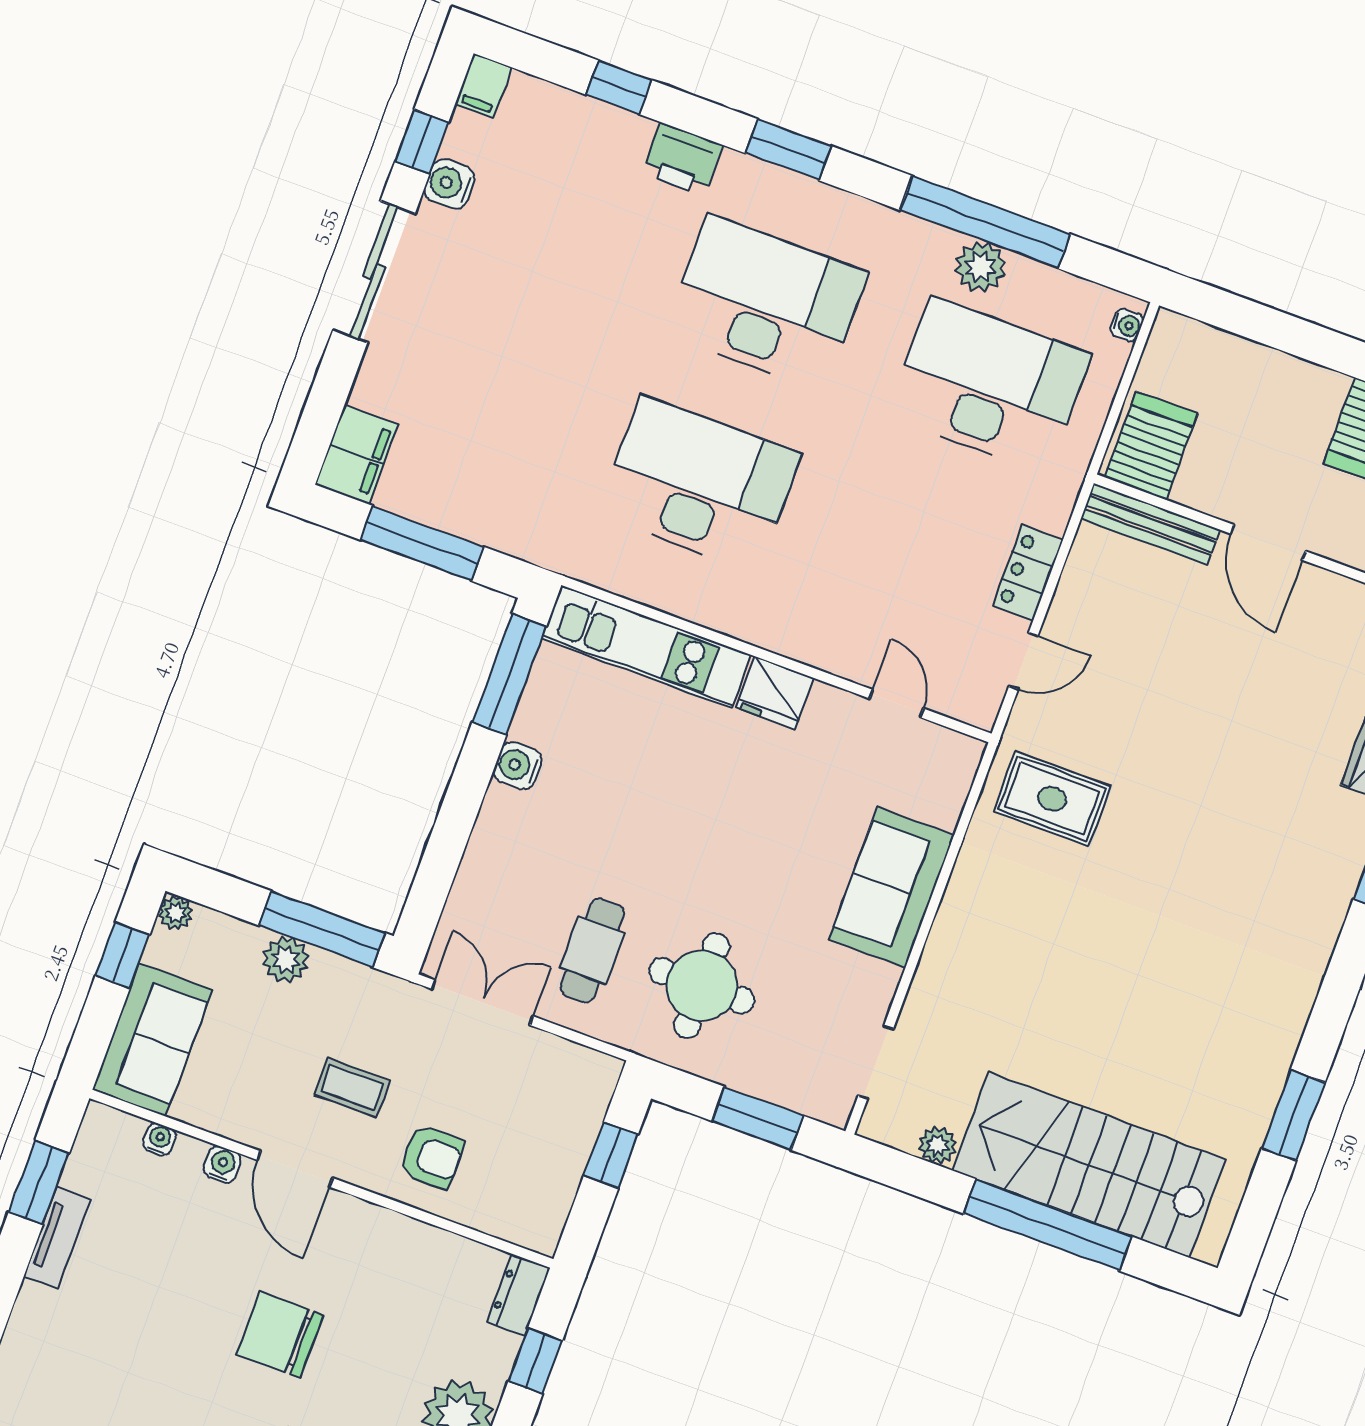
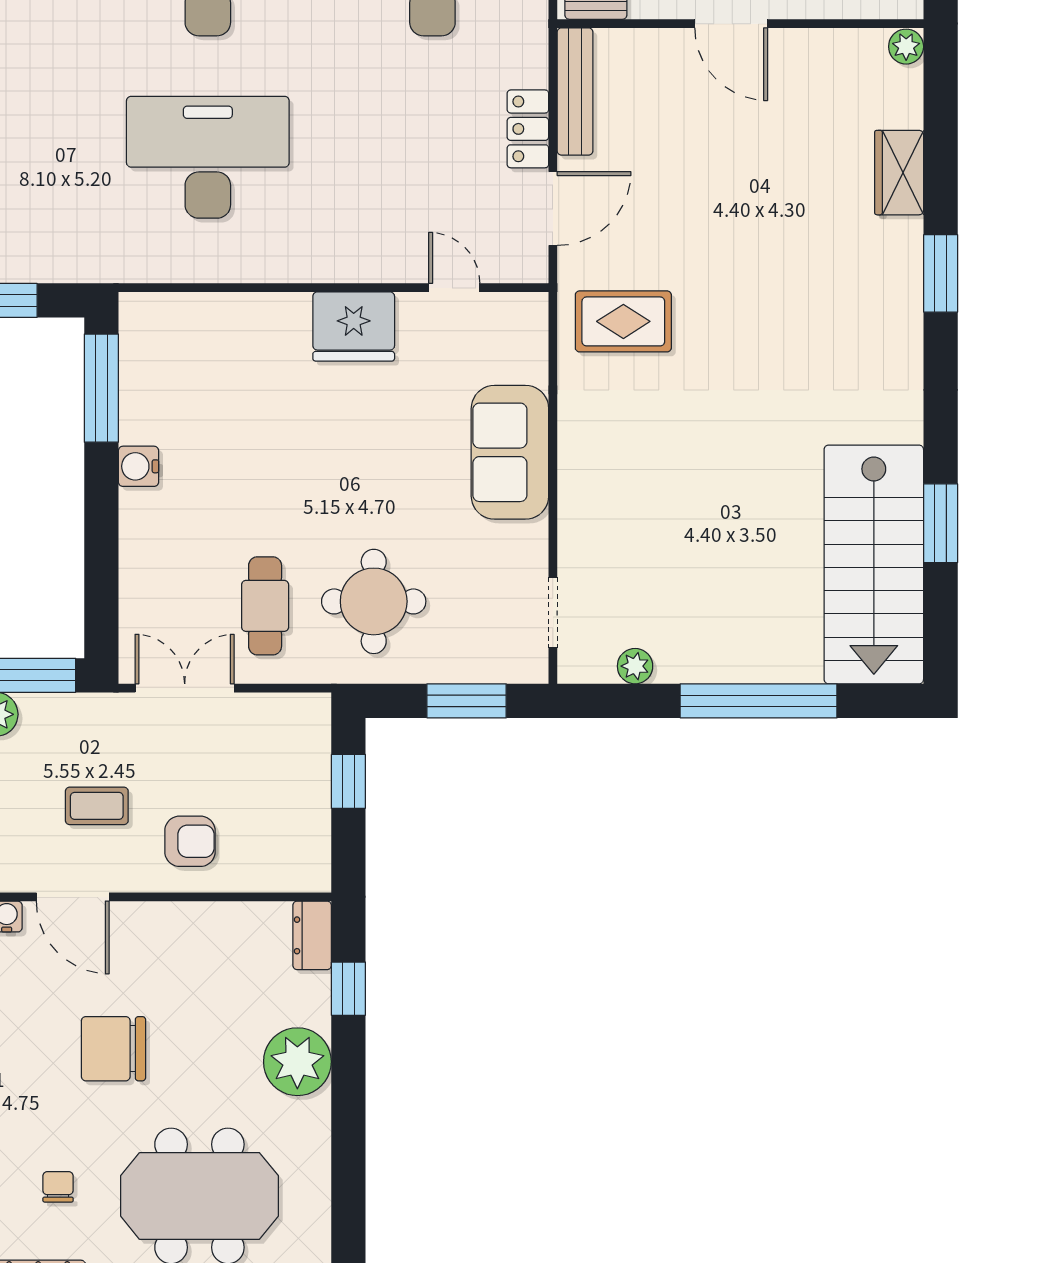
bench: (1150, 524) -> (575, 91), moved, turned 90
kitchen unit: (646, 647) -> (214, 319), removed
door: (1023, 661) -> (553, 209), width x1.38
fridge: (775, 693) -> (354, 326), width x1.36, depth x1.34
stairs: (1089, 1165) -> (874, 564), moved, turned -90

